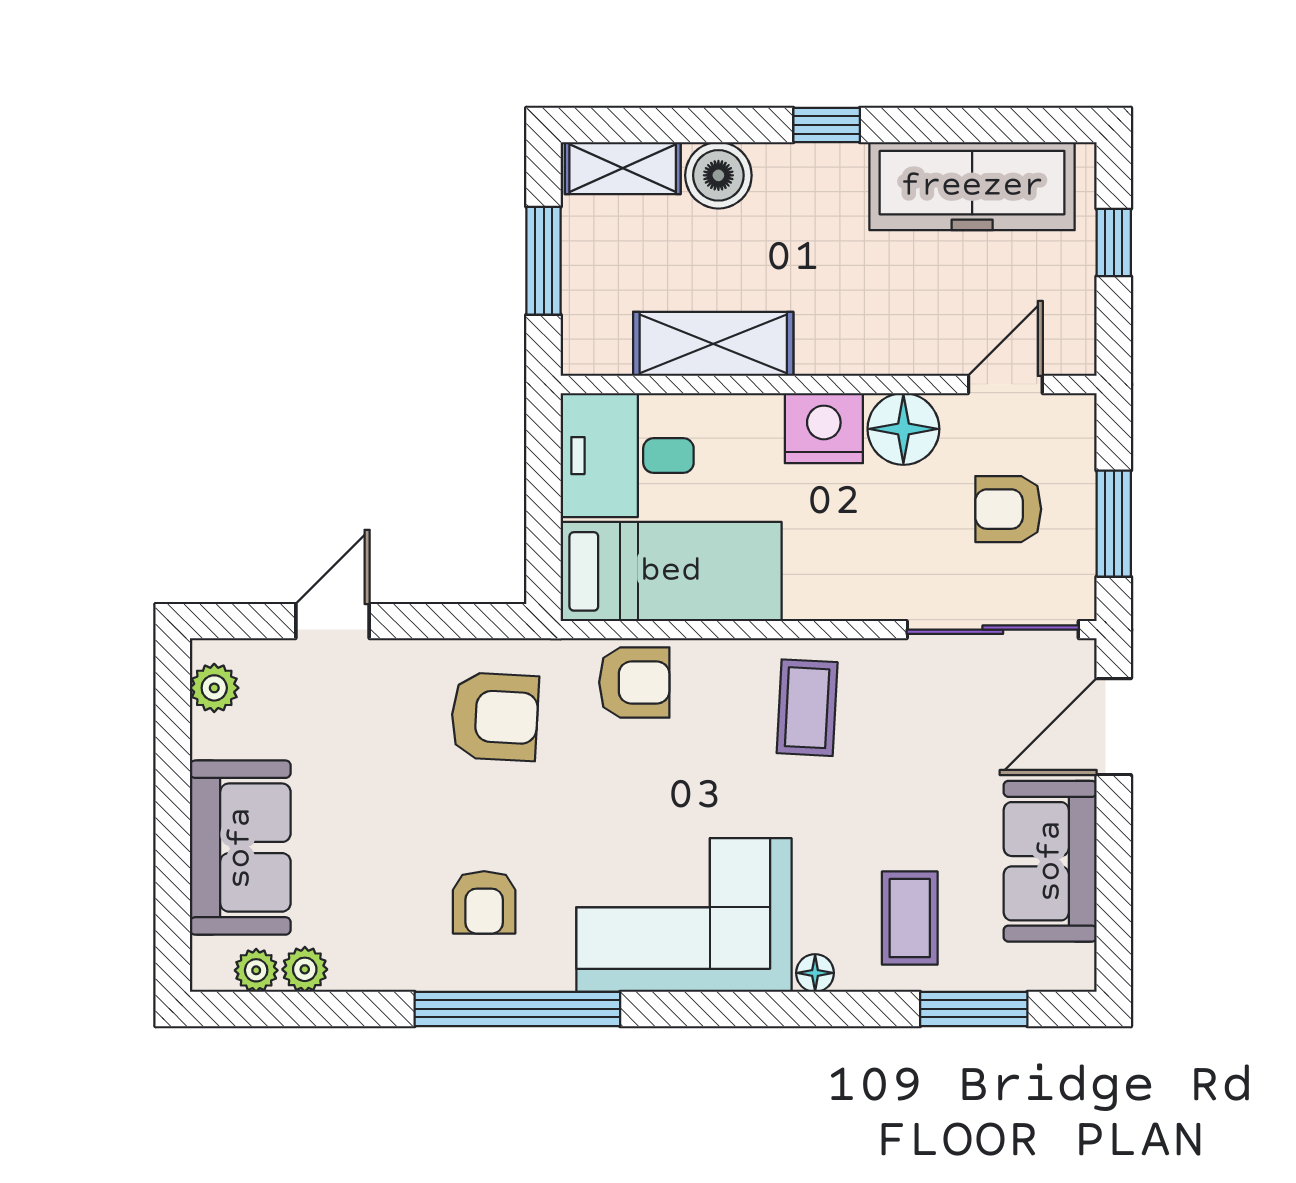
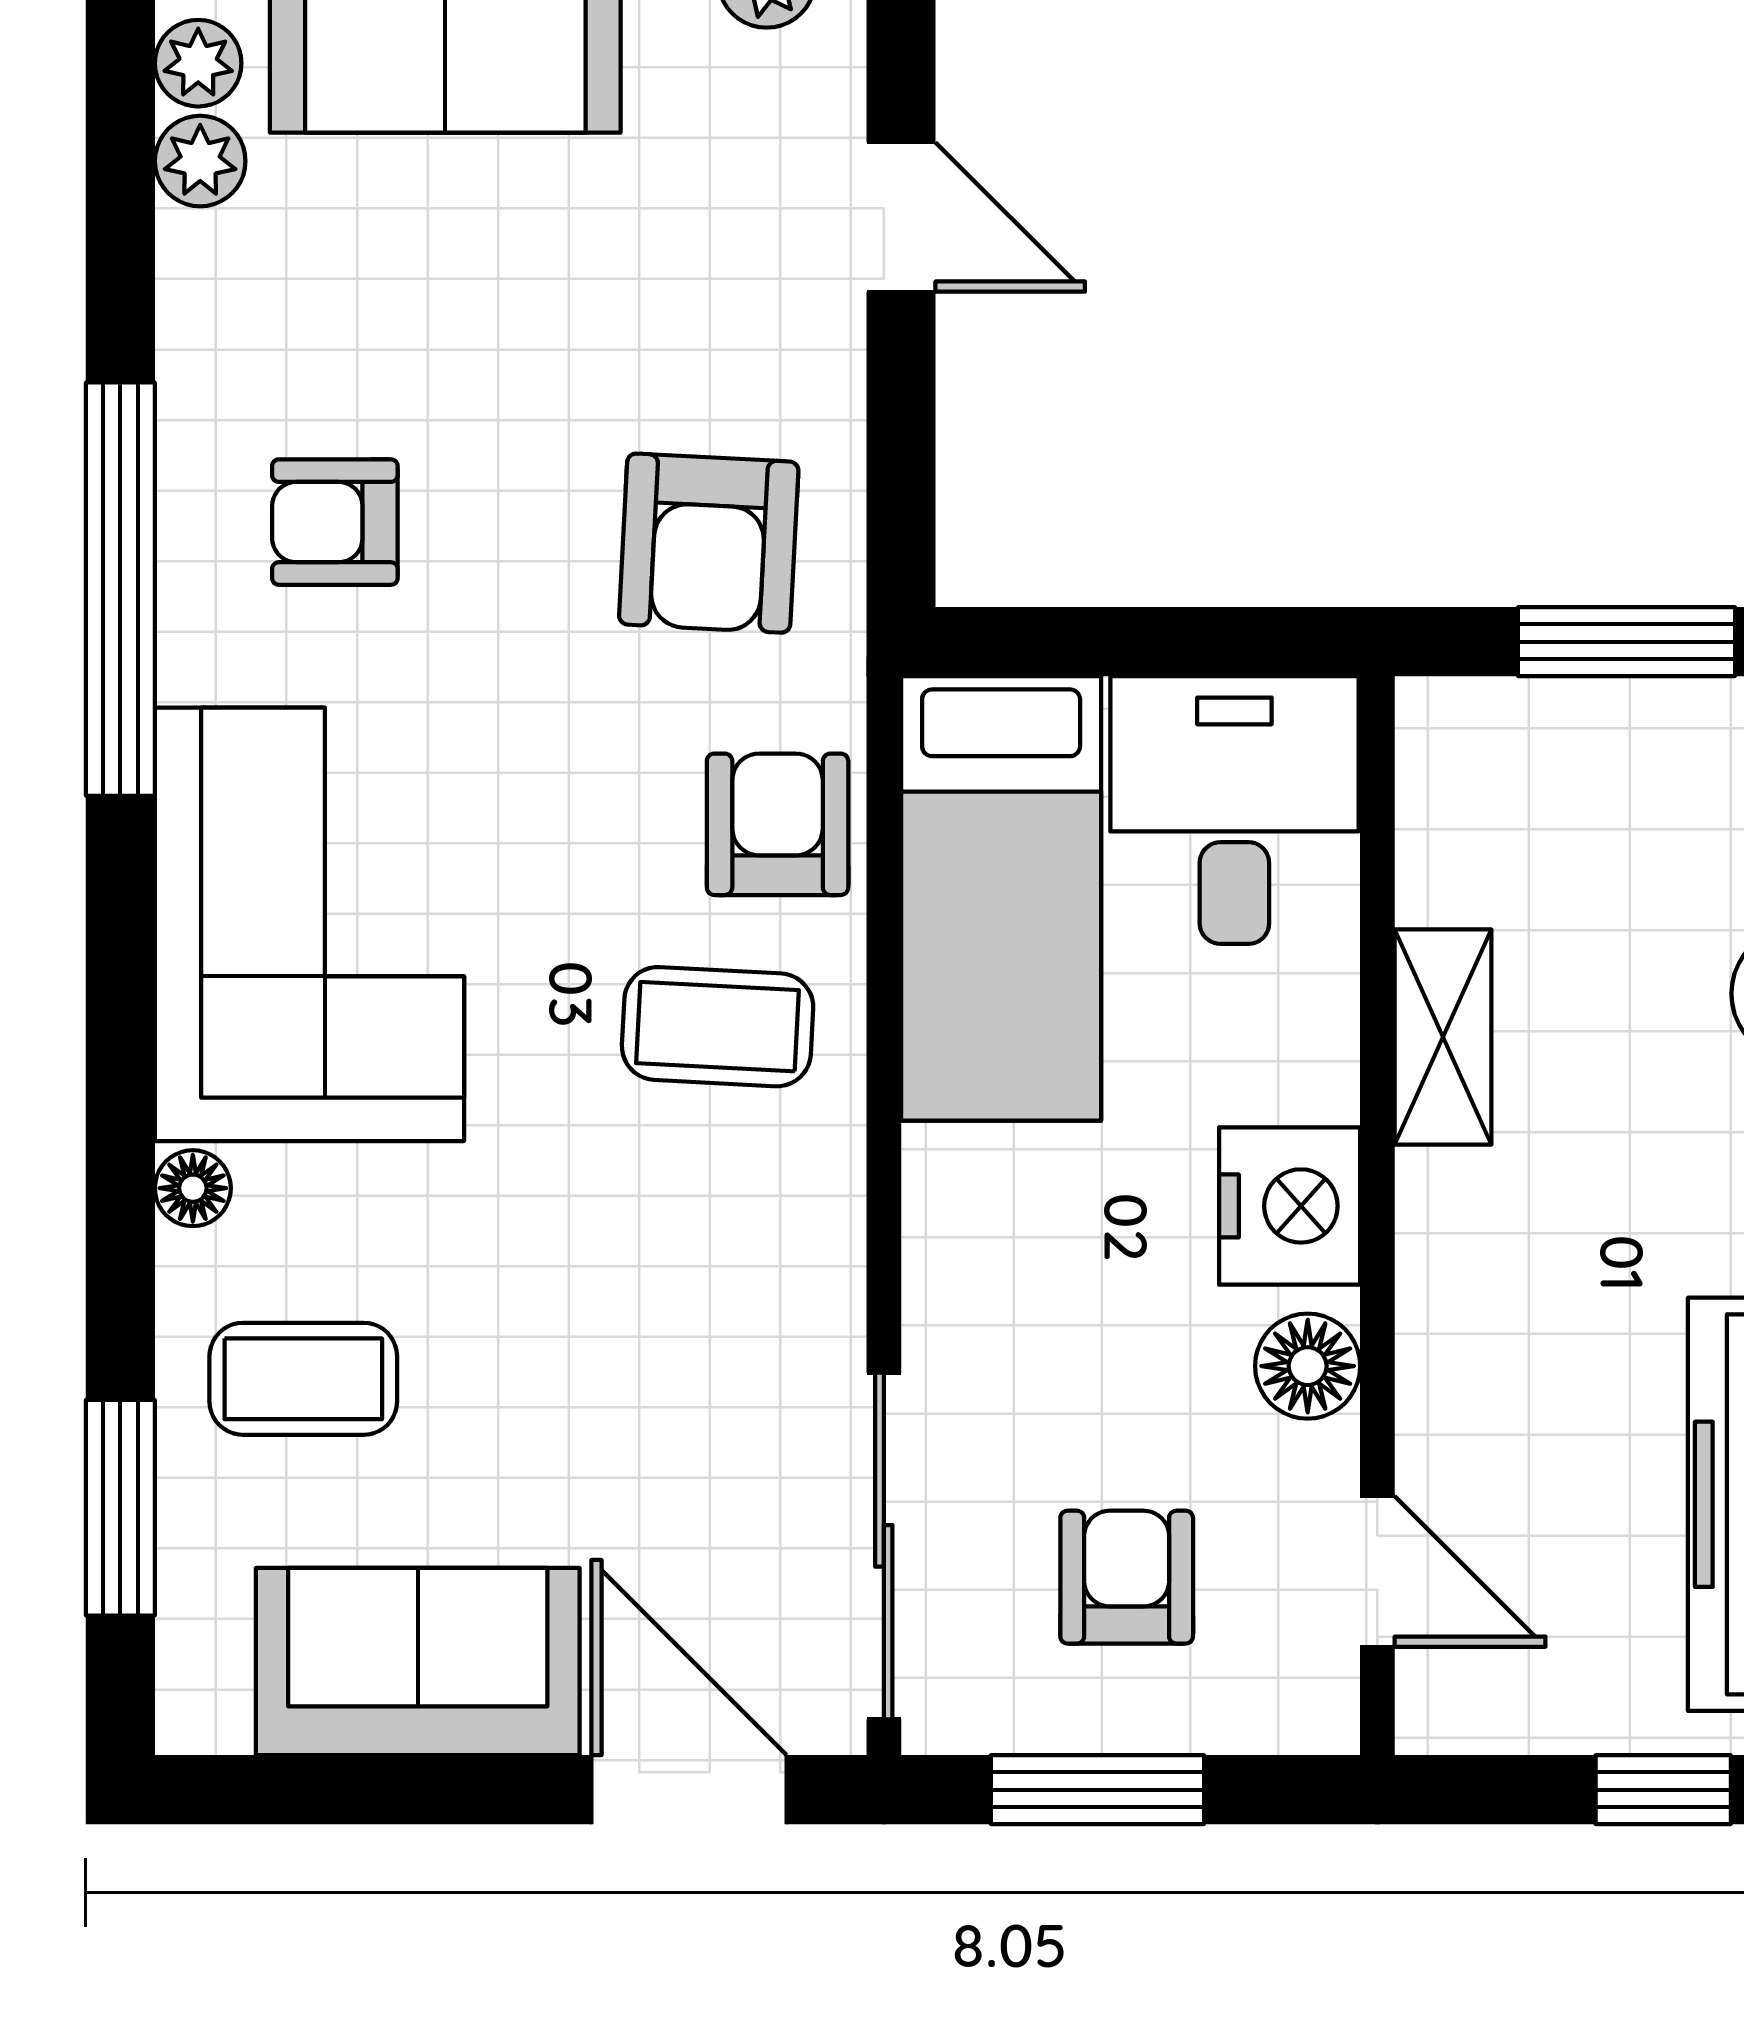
shelving: (713, 344) -> (1443, 1037), width x0.67, depth x0.75
floor lamp: (903, 429) -> (1308, 1366), width x0.73, depth x0.73
armchair: (634, 682) -> (778, 824), turned 180
coffee table: (807, 708) -> (718, 1027), moved

